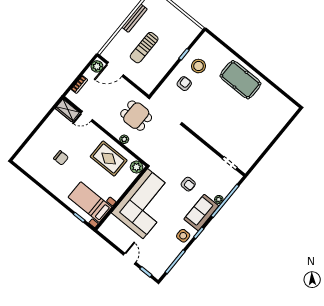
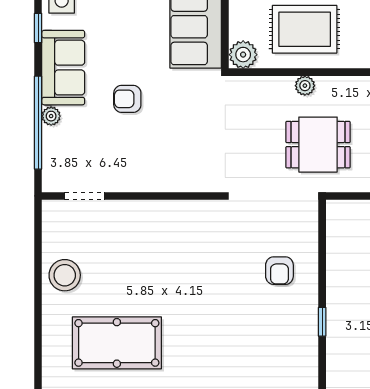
stool: (199, 66) -> (65, 275), moved
pool table: (240, 80) -> (117, 343), moved

